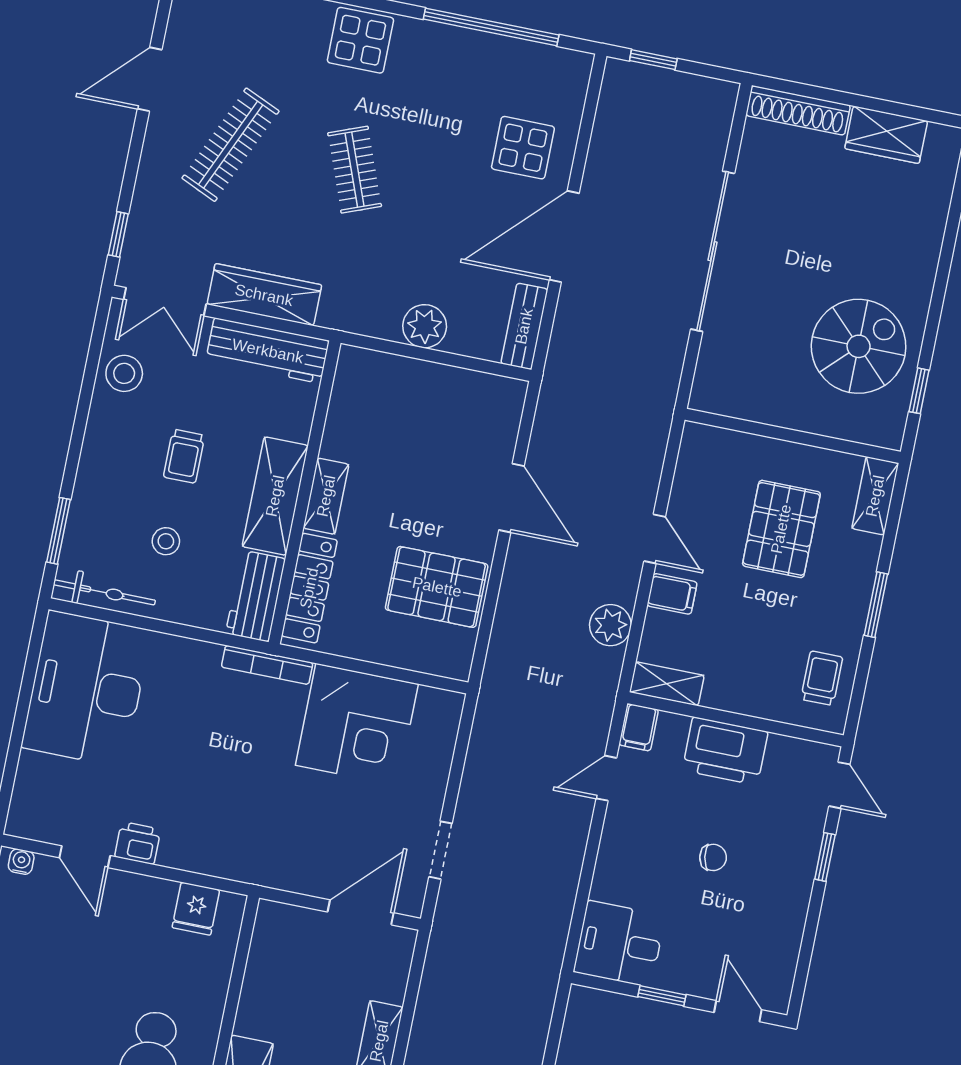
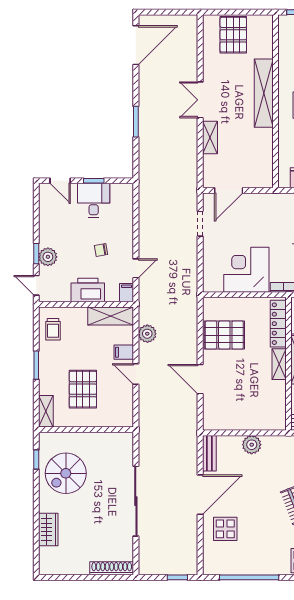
wardrobe: (886, 135) -> (48, 530), moved, turned 90
shelving: (667, 684) -> (111, 316), width x1.50, depth x1.33
plant: (800, 845) -> (48, 257), added
chair: (713, 857) -> (101, 250), moved
desk: (619, 944) -> (94, 200), moved, turned -90

